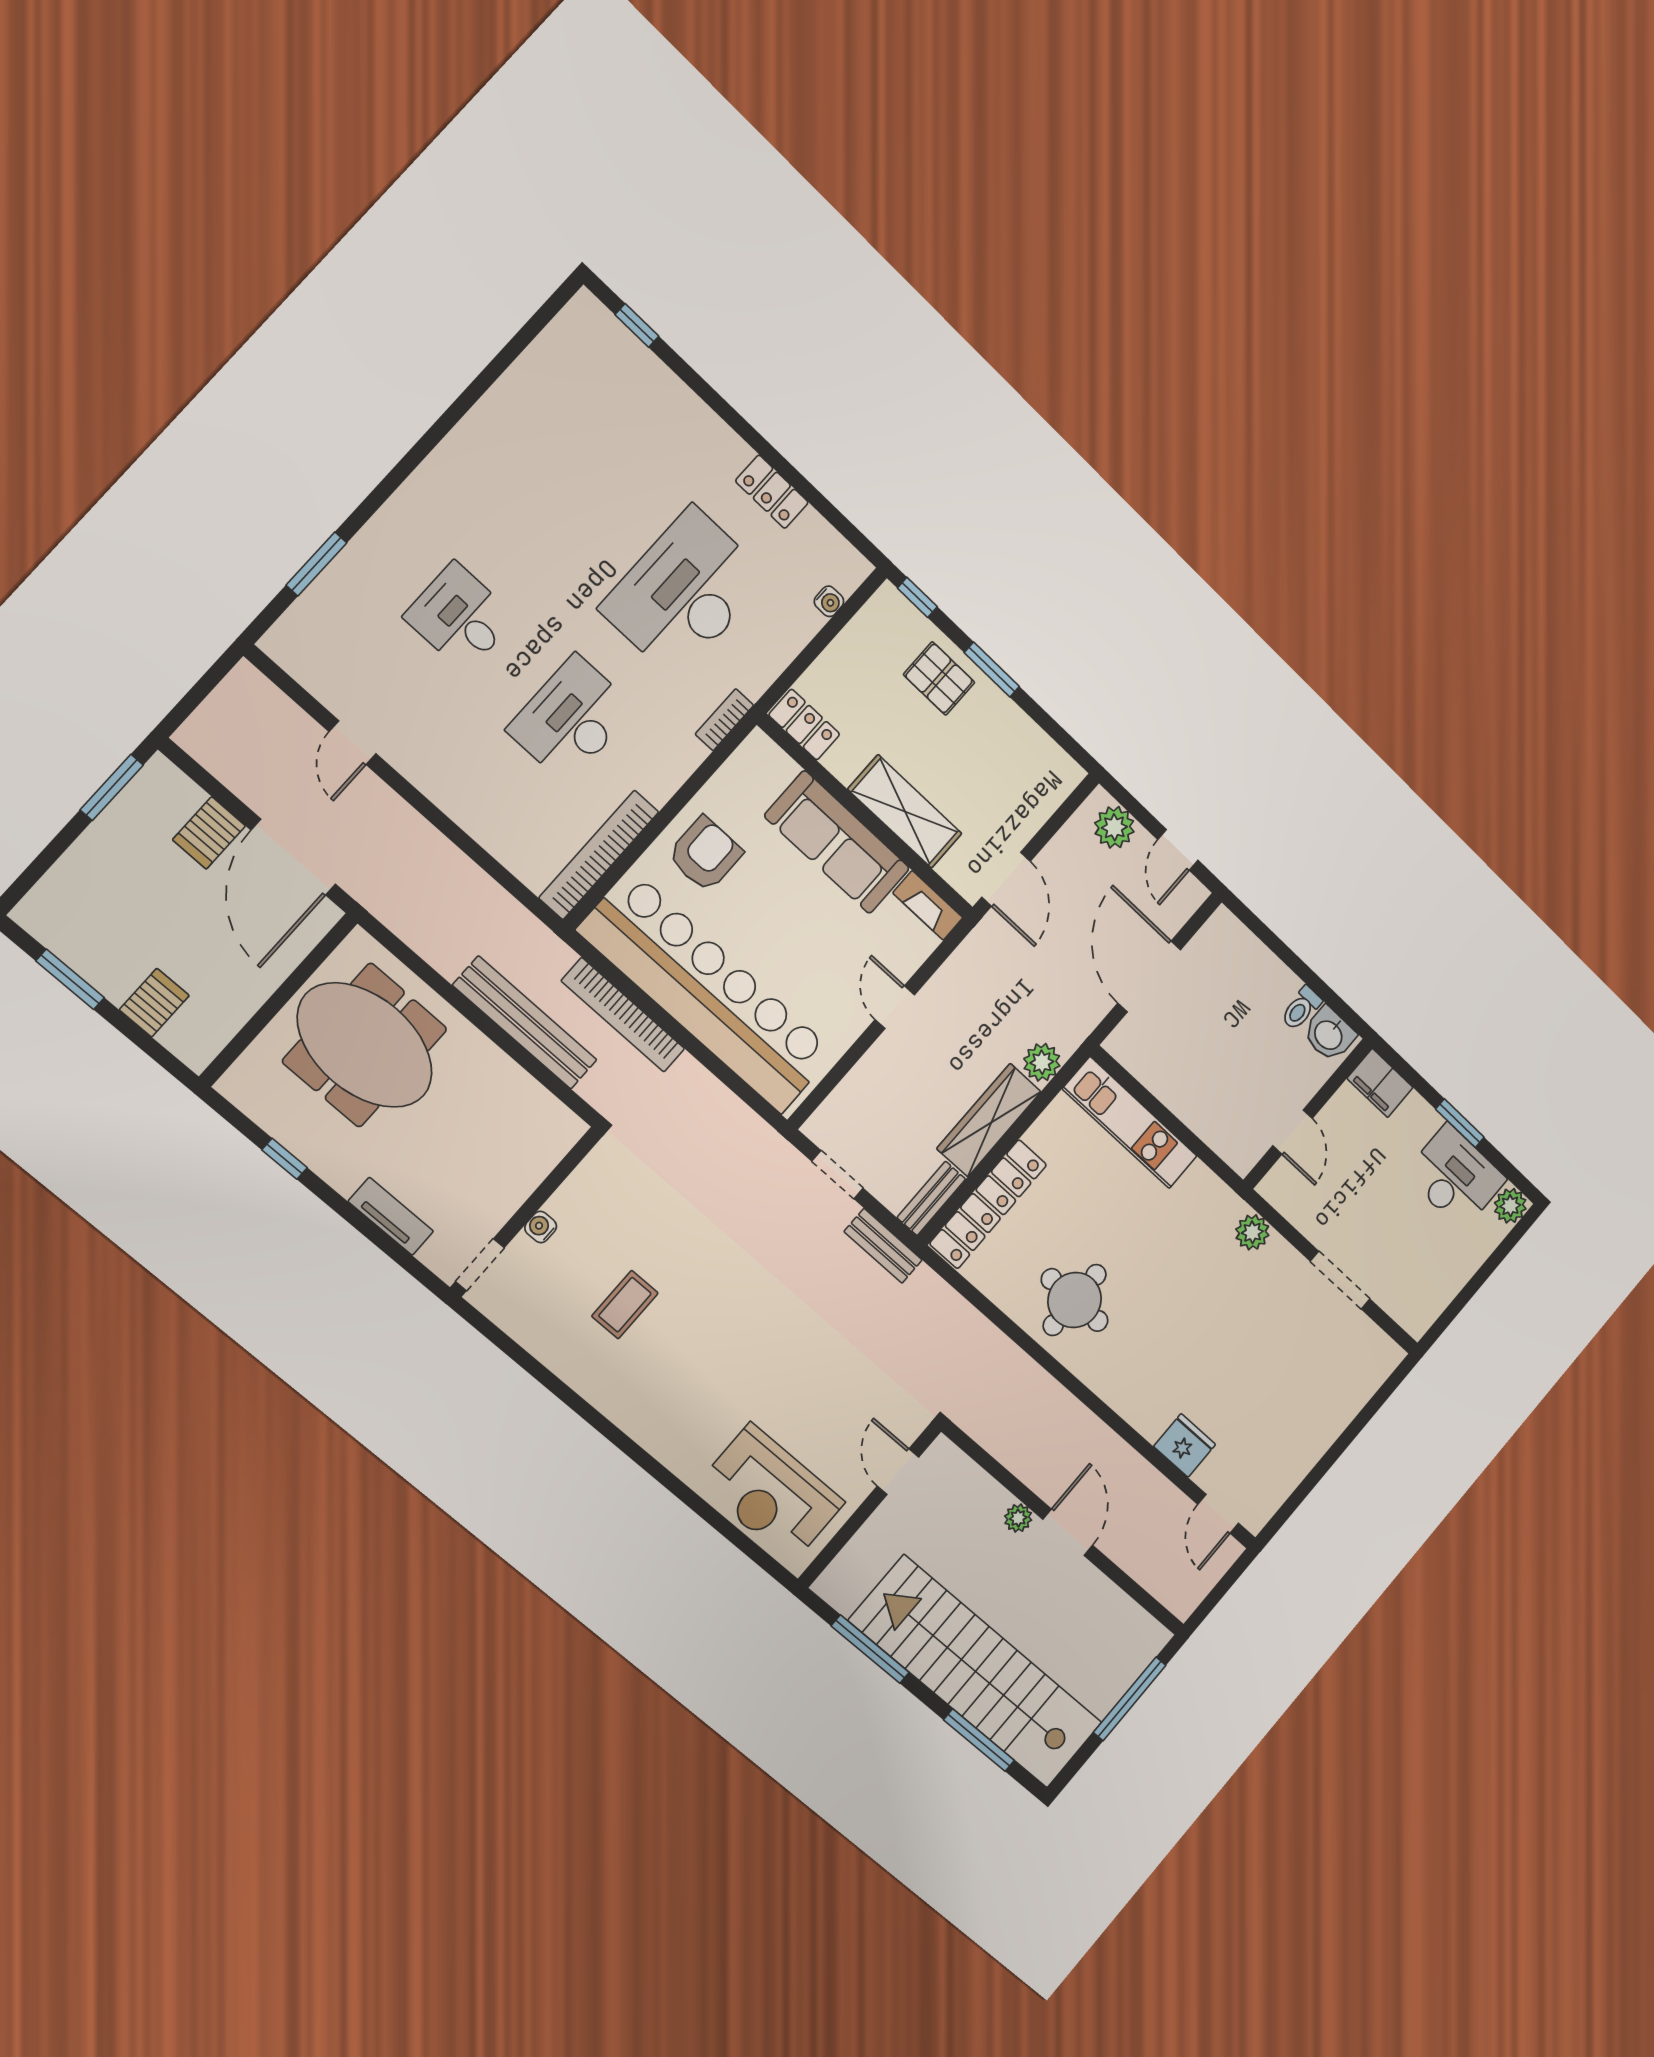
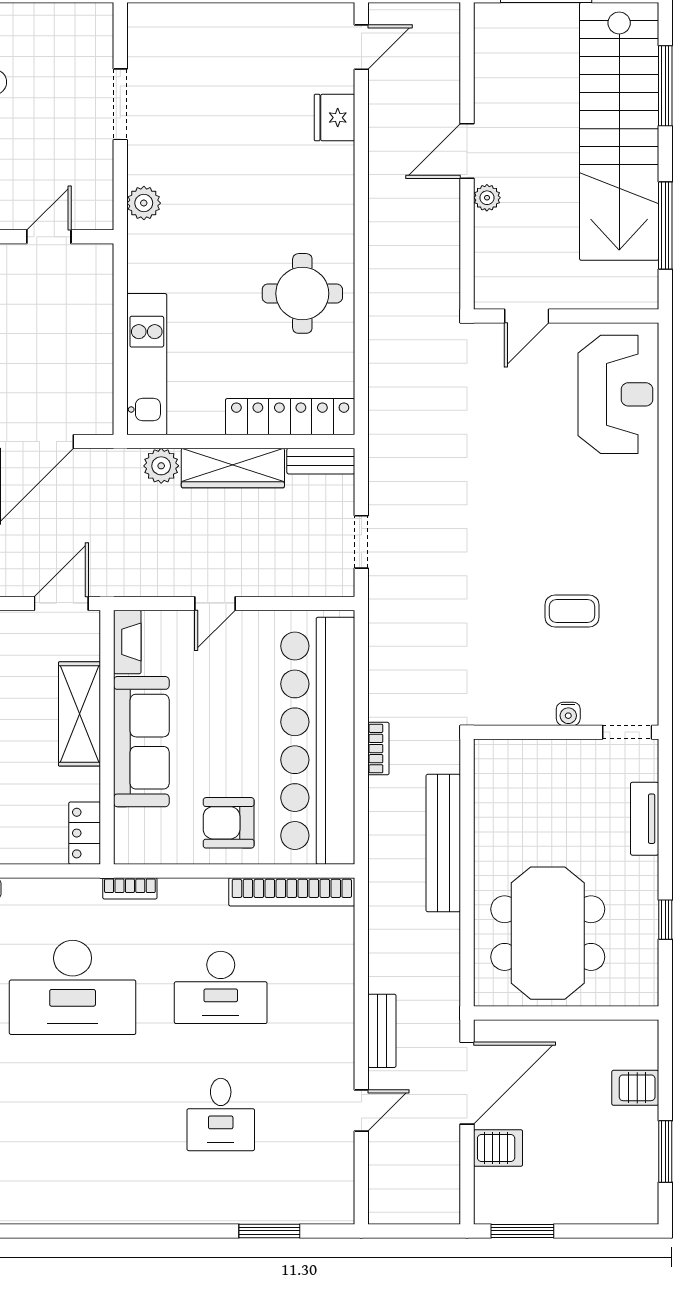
bookcase: (623, 1015) -> (378, 749), width x0.43, depth x0.76
bench: (883, 1246) -> (382, 1031), moved

